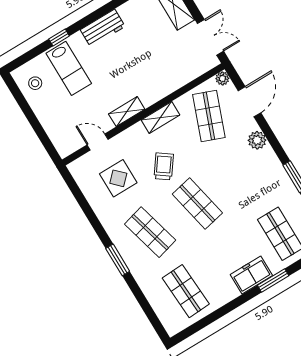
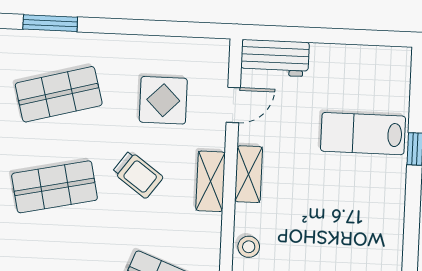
workbench: (103, 28) -> (275, 58), moved, turned -90
stool: (35, 83) -> (249, 247), moved
shelving: (160, 117) -> (211, 181), moved

